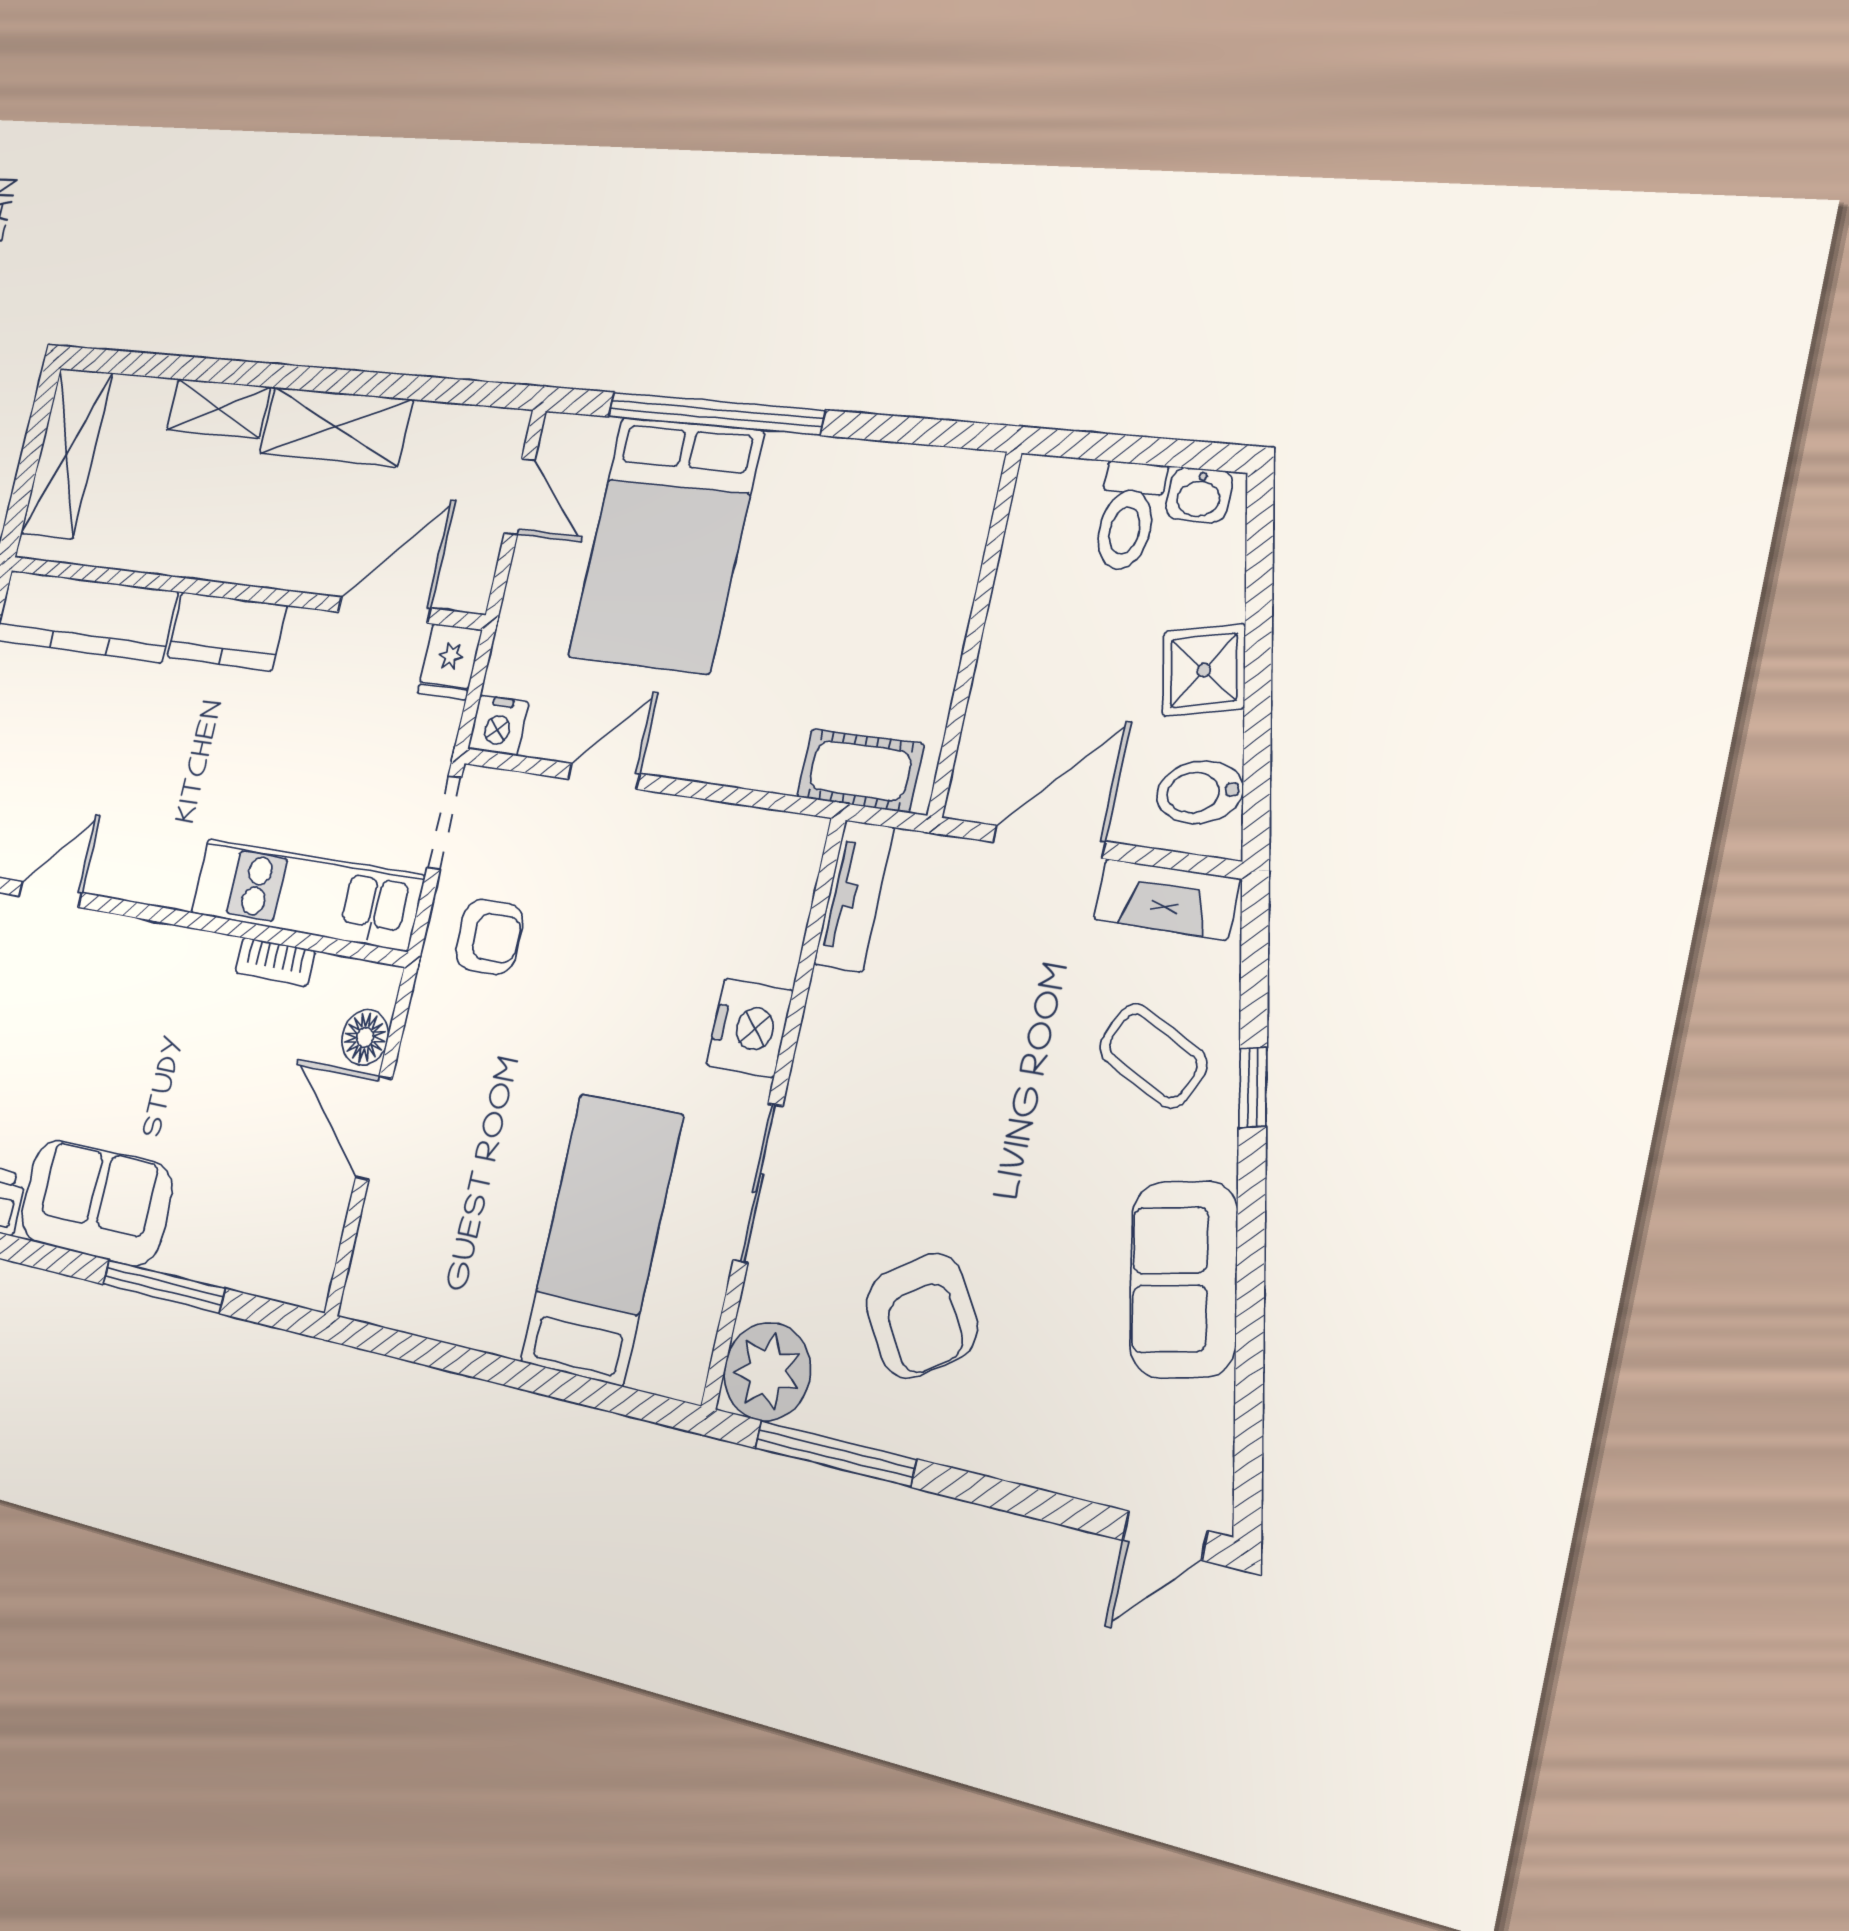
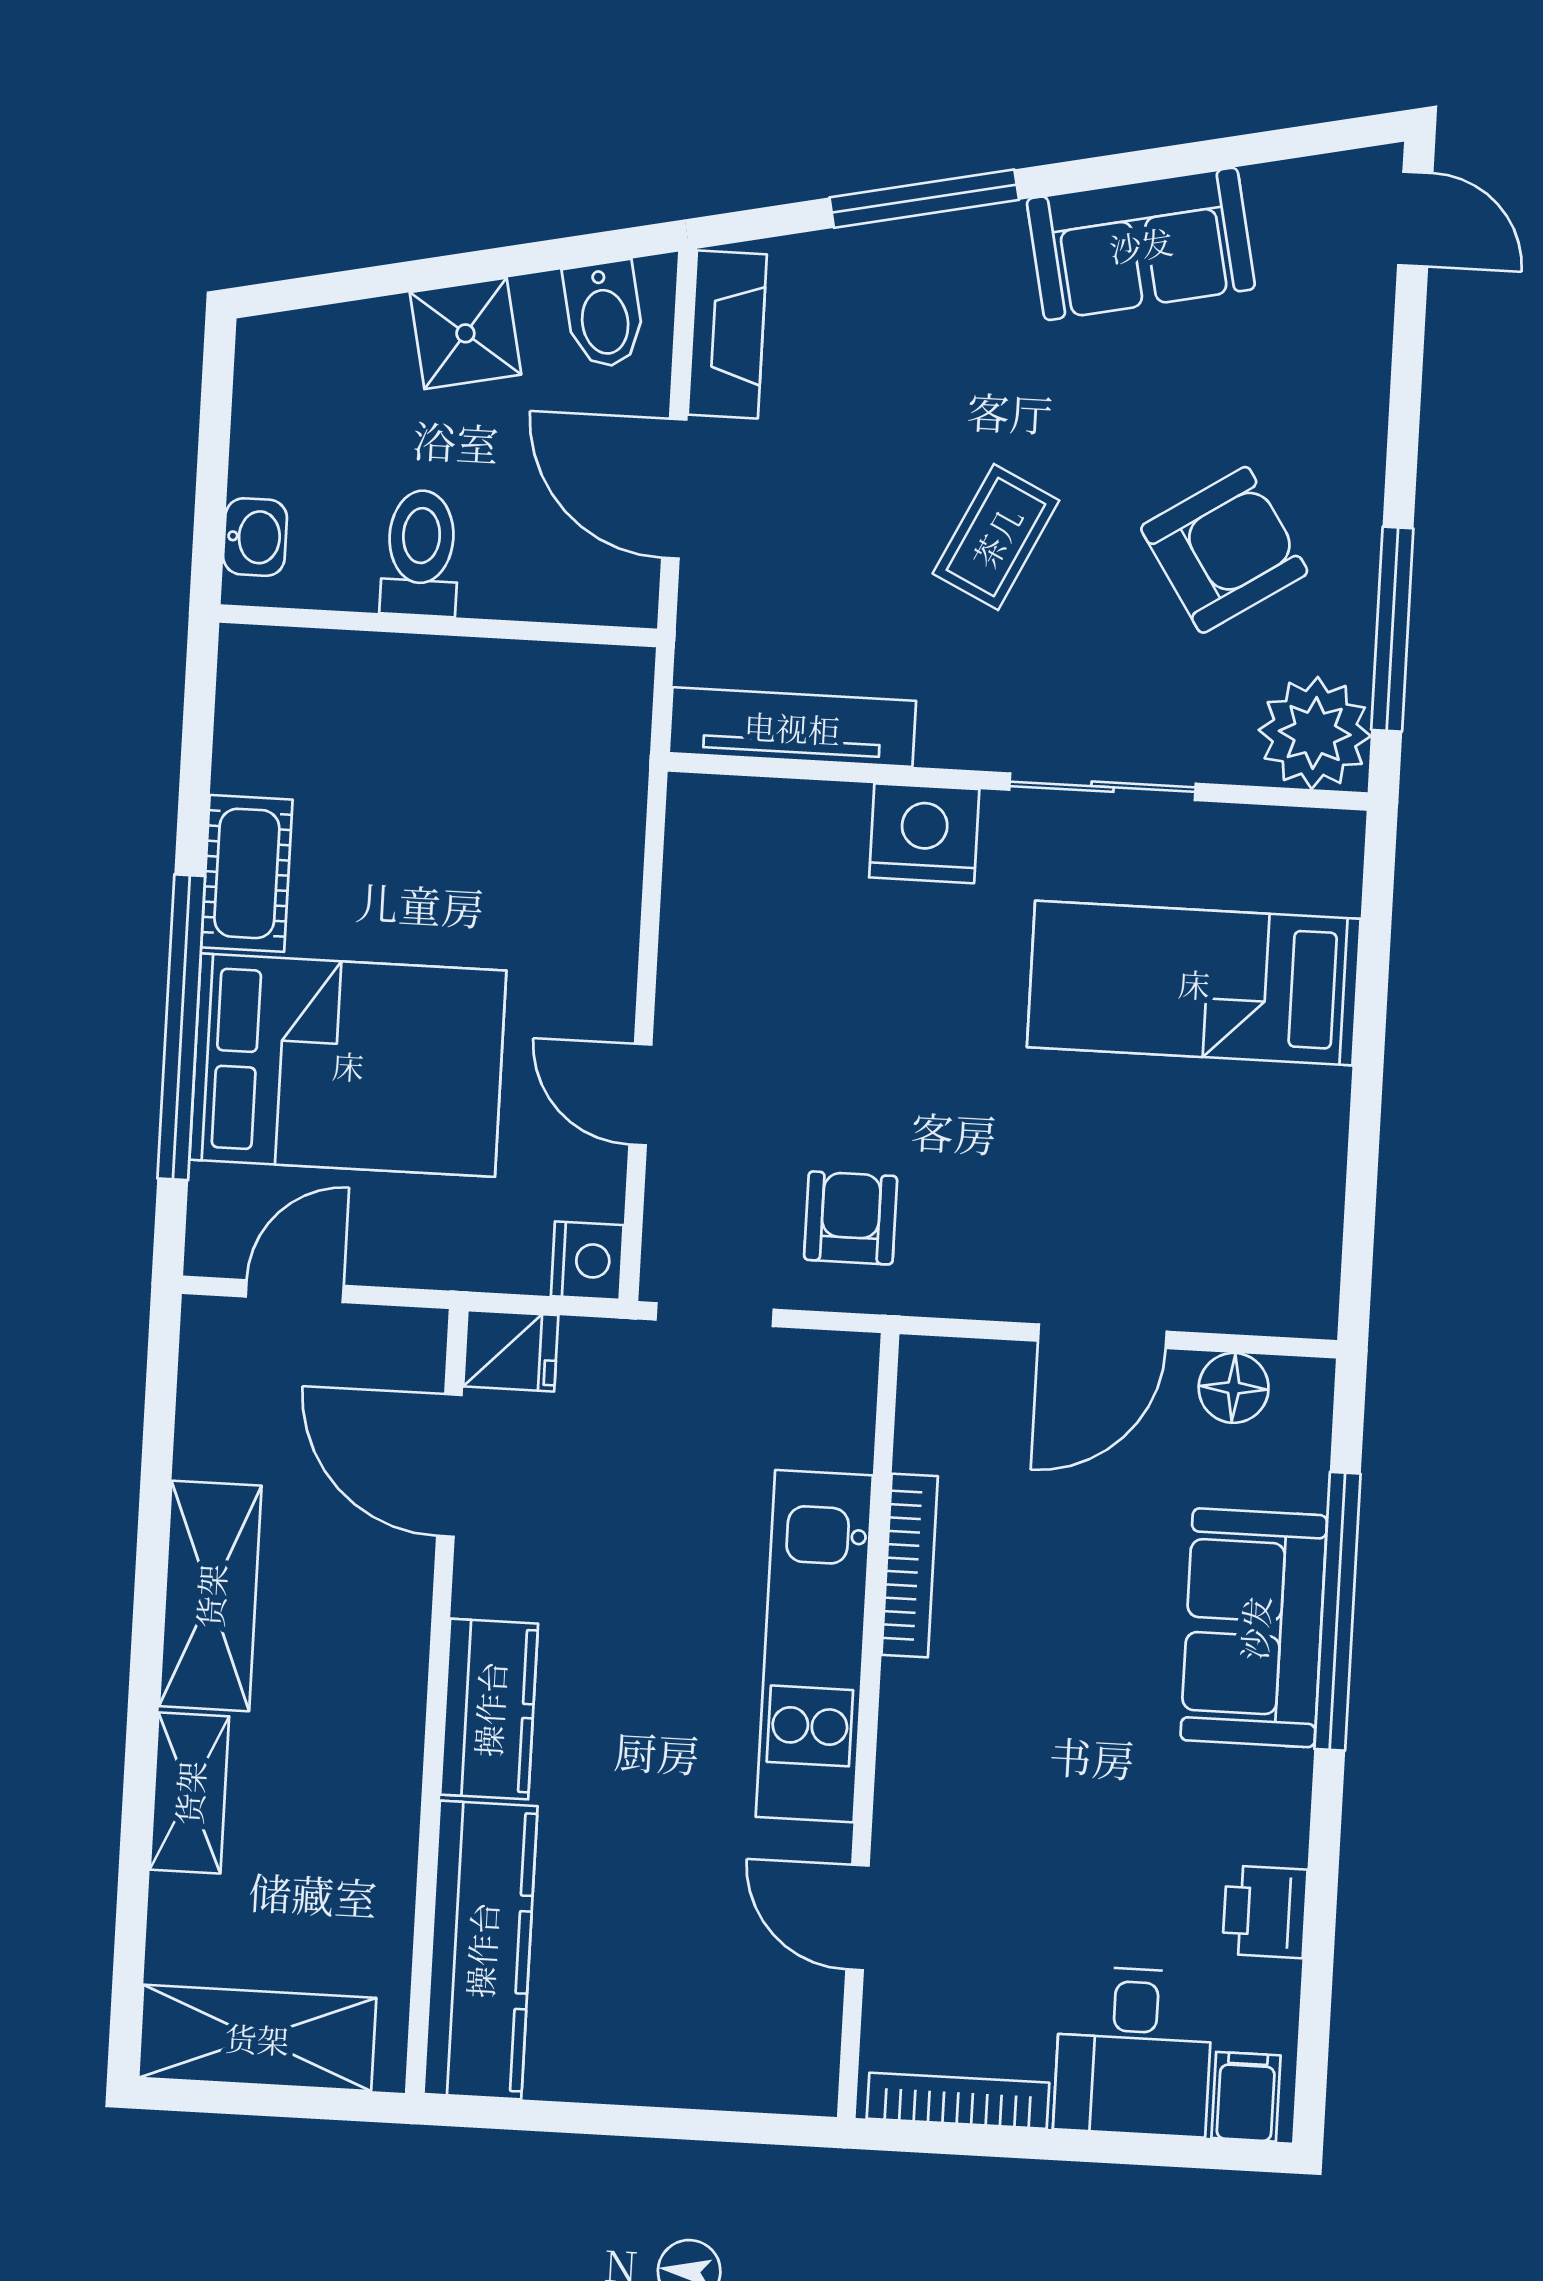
washbasin: (1199, 495) -> (255, 537), moved
toilet: (1128, 516) -> (421, 553), moved, turned -90
cot: (860, 771) -> (247, 873), moved
kitchen unit: (306, 895) -> (814, 1646), moved
tv unit: (854, 896) -> (792, 727), width x1.41
bookcase: (275, 962) -> (910, 1566), width x1.56
floor lamp: (365, 1037) -> (1234, 1388), moved
coffee table: (1153, 1056) -> (996, 537), moved
window: (1253, 1087) -> (924, 199), width x2.17
sofa: (96, 1203) -> (1254, 1628), moved
window: (164, 1286) -> (1337, 1611), width x1.46

